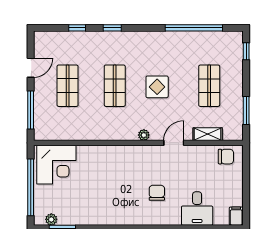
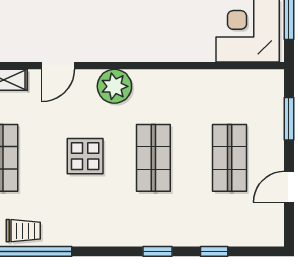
trolley: (195, 41) -> (23, 231), added
window: (31, 110) -> (289, 119), width x0.69
plant: (144, 135) -> (114, 86), width x1.88, depth x1.88

